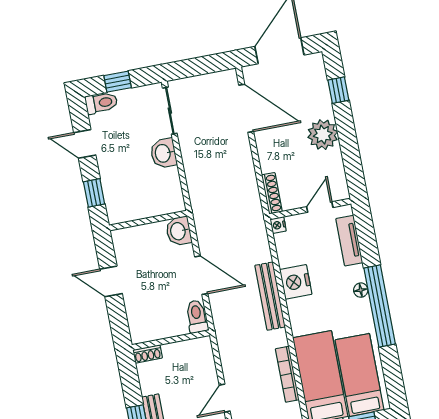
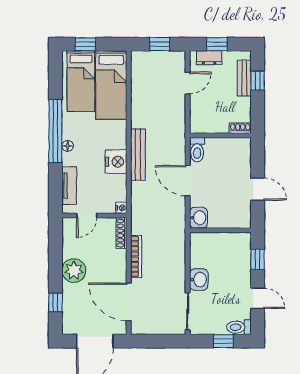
bookcase: (287, 374) -> (136, 257), moved

